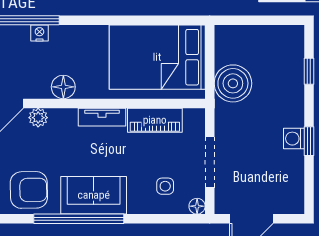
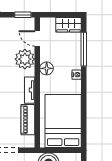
nightstand: (39, 33) -> (77, 75), moved
plant: (38, 118) -> (25, 59), width x1.88, depth x1.88

